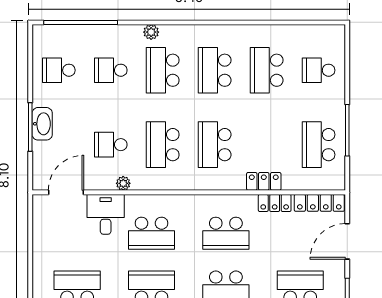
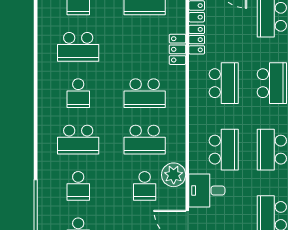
plant: (151, 32) -> (44, 150), removed
school desk: (215, 70) -> (78, 93), width x0.54
plant: (123, 183) -> (174, 175), width x1.87, depth x1.87

